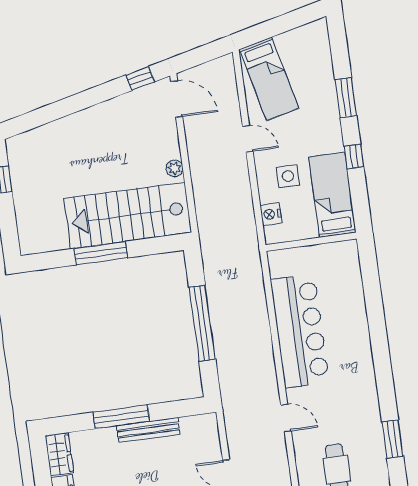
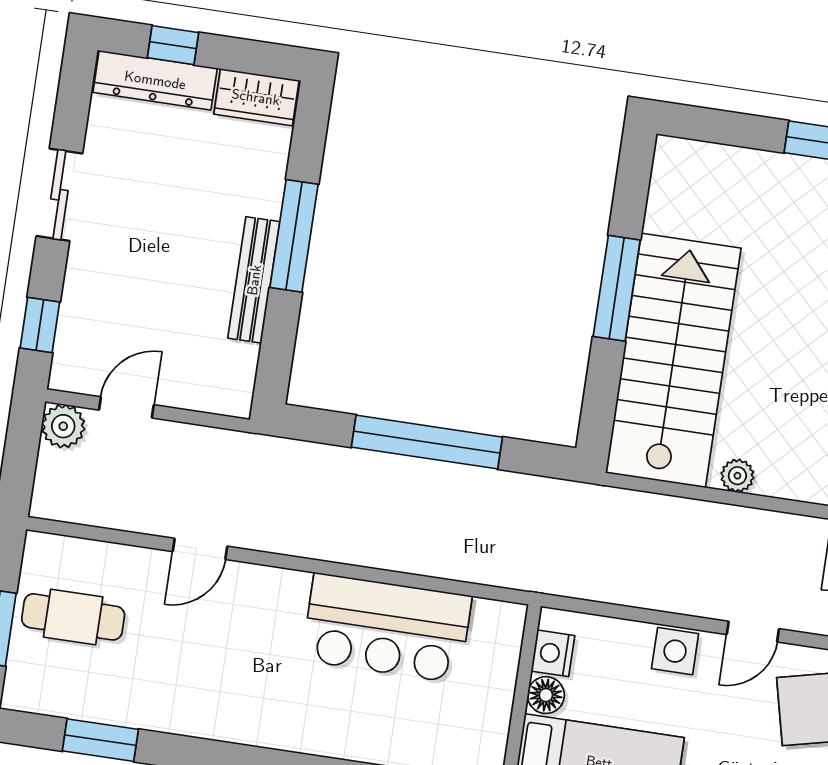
side table: (288, 176) -> (675, 651), moved
nightstand: (271, 214) -> (553, 653), moved, turned -90
floor lamp: (308, 230) -> (546, 695), added
bar counter: (300, 331) -> (387, 628), width x0.73

